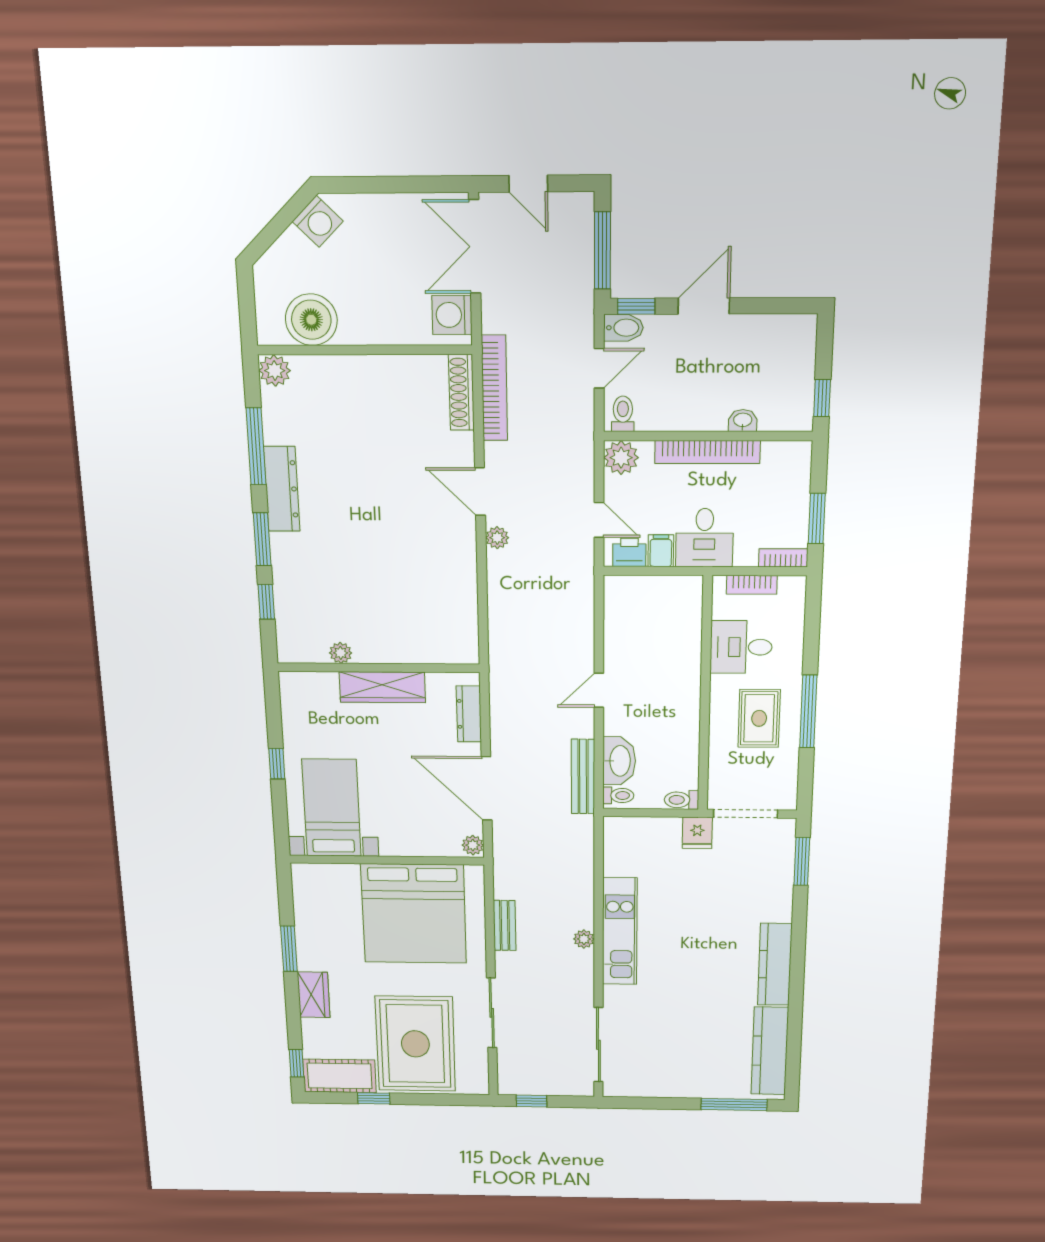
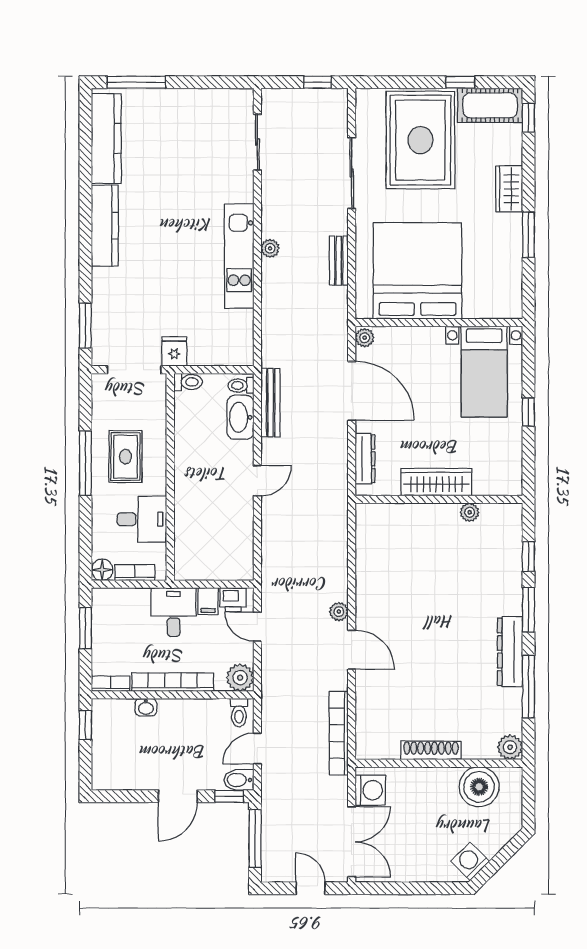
shoe rack: (461, 392) -> (431, 750), moved, turned -90
bookcase: (783, 558) -> (111, 684), moved, turned 180
floor lamp: (793, 588) -> (102, 570), added
sliding door: (598, 1045) -> (257, 142), width x0.73

